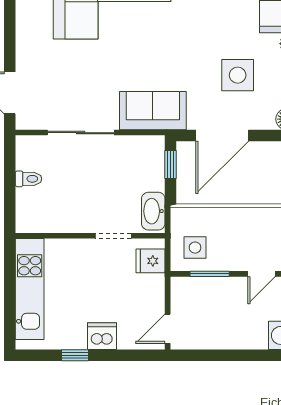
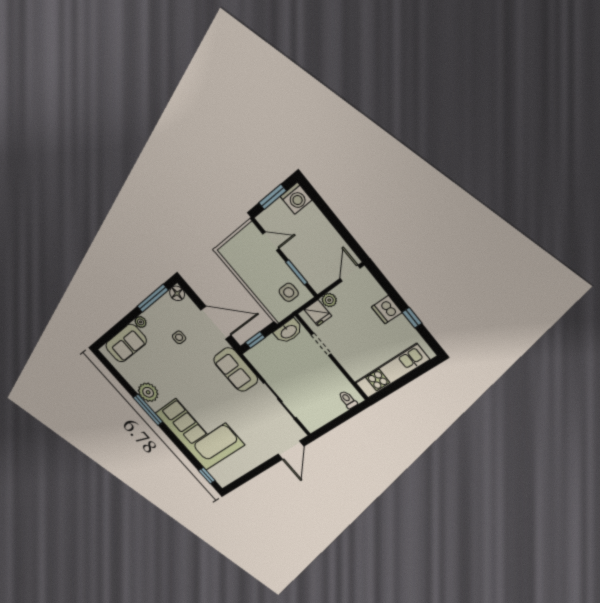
side table: (238, 75) -> (179, 337), width x0.54, depth x0.54
toilet: (29, 179) -> (348, 400), moved
plant: (155, 284) -> (329, 300), added
door: (168, 329) -> (350, 273), swing flipped

